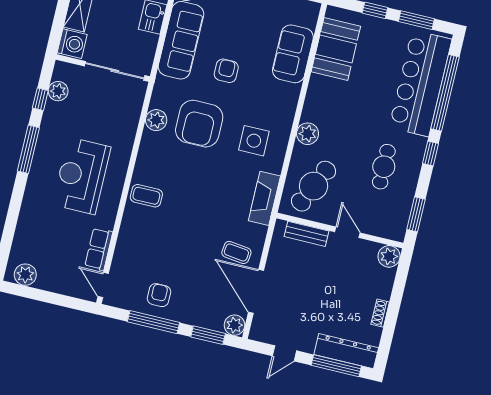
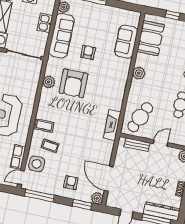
plant: (308, 134) -> (139, 73), moved
side table: (254, 141) -> (37, 164), moved
door: (347, 232) -> (160, 143), hinge flipped
coffee table: (236, 252) -> (50, 146), moved
door: (103, 285) -> (21, 178), hinge flipped
armchair: (159, 295) -> (71, 183), moved
window: (153, 322) -> (40, 196), moved

